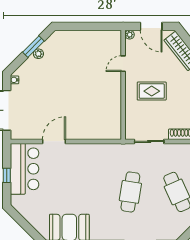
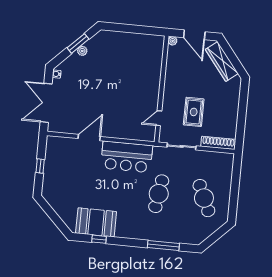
door: (123, 64) -> (159, 118), moved
rug: (152, 91) -> (194, 112), moved, turned 90
bar counter: (25, 169) -> (127, 157), moved, turned 90

